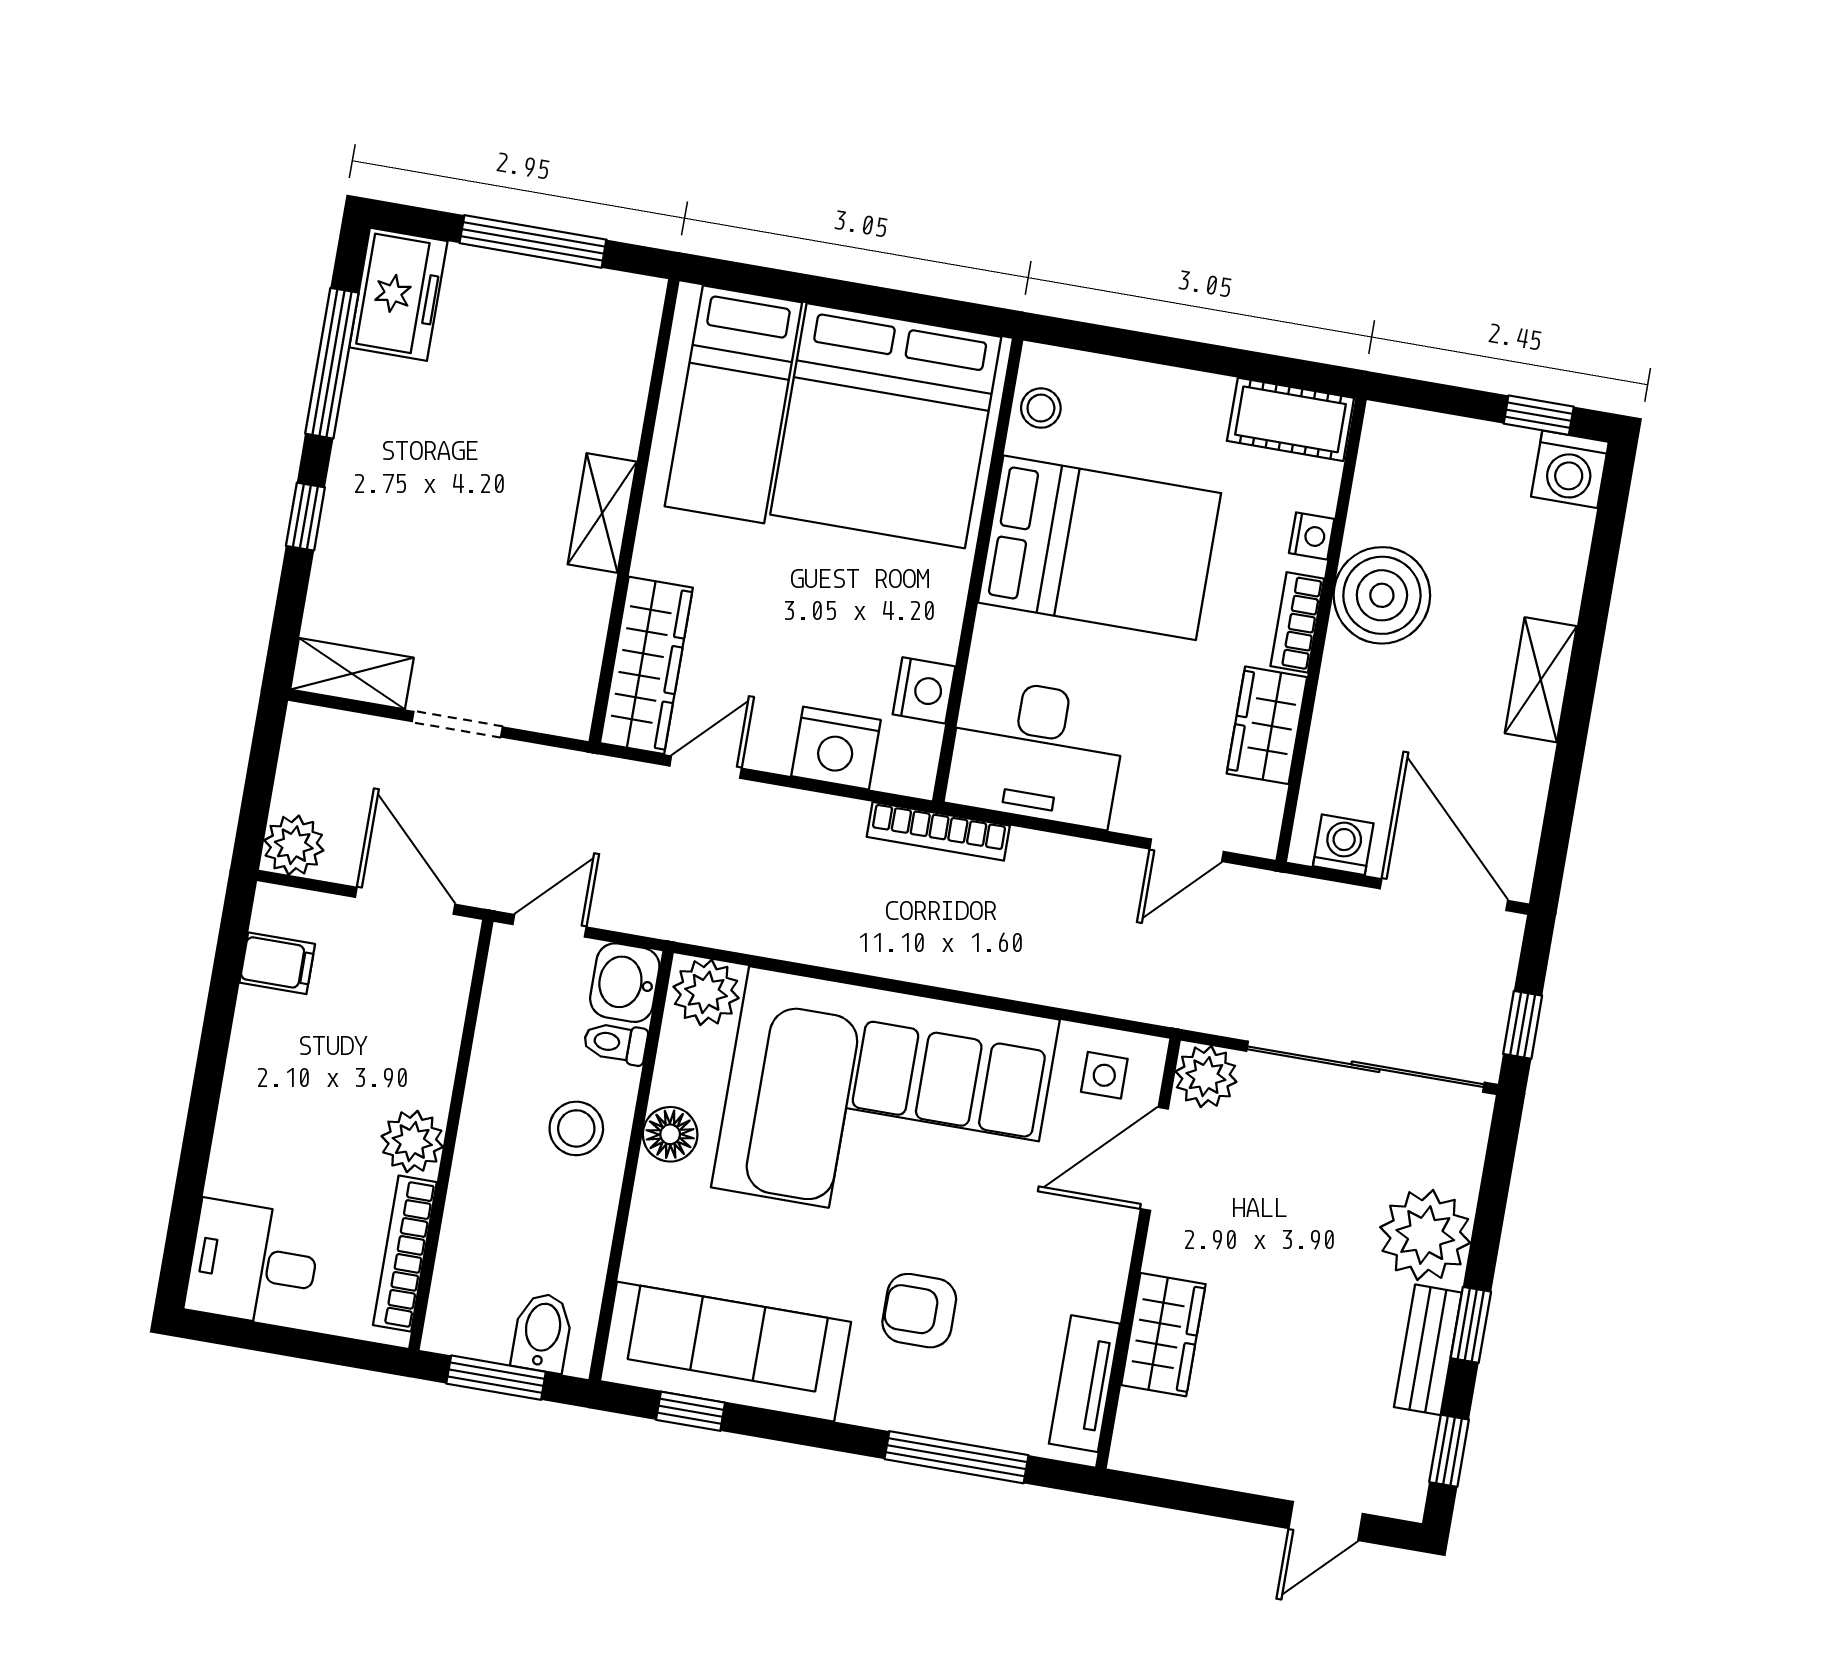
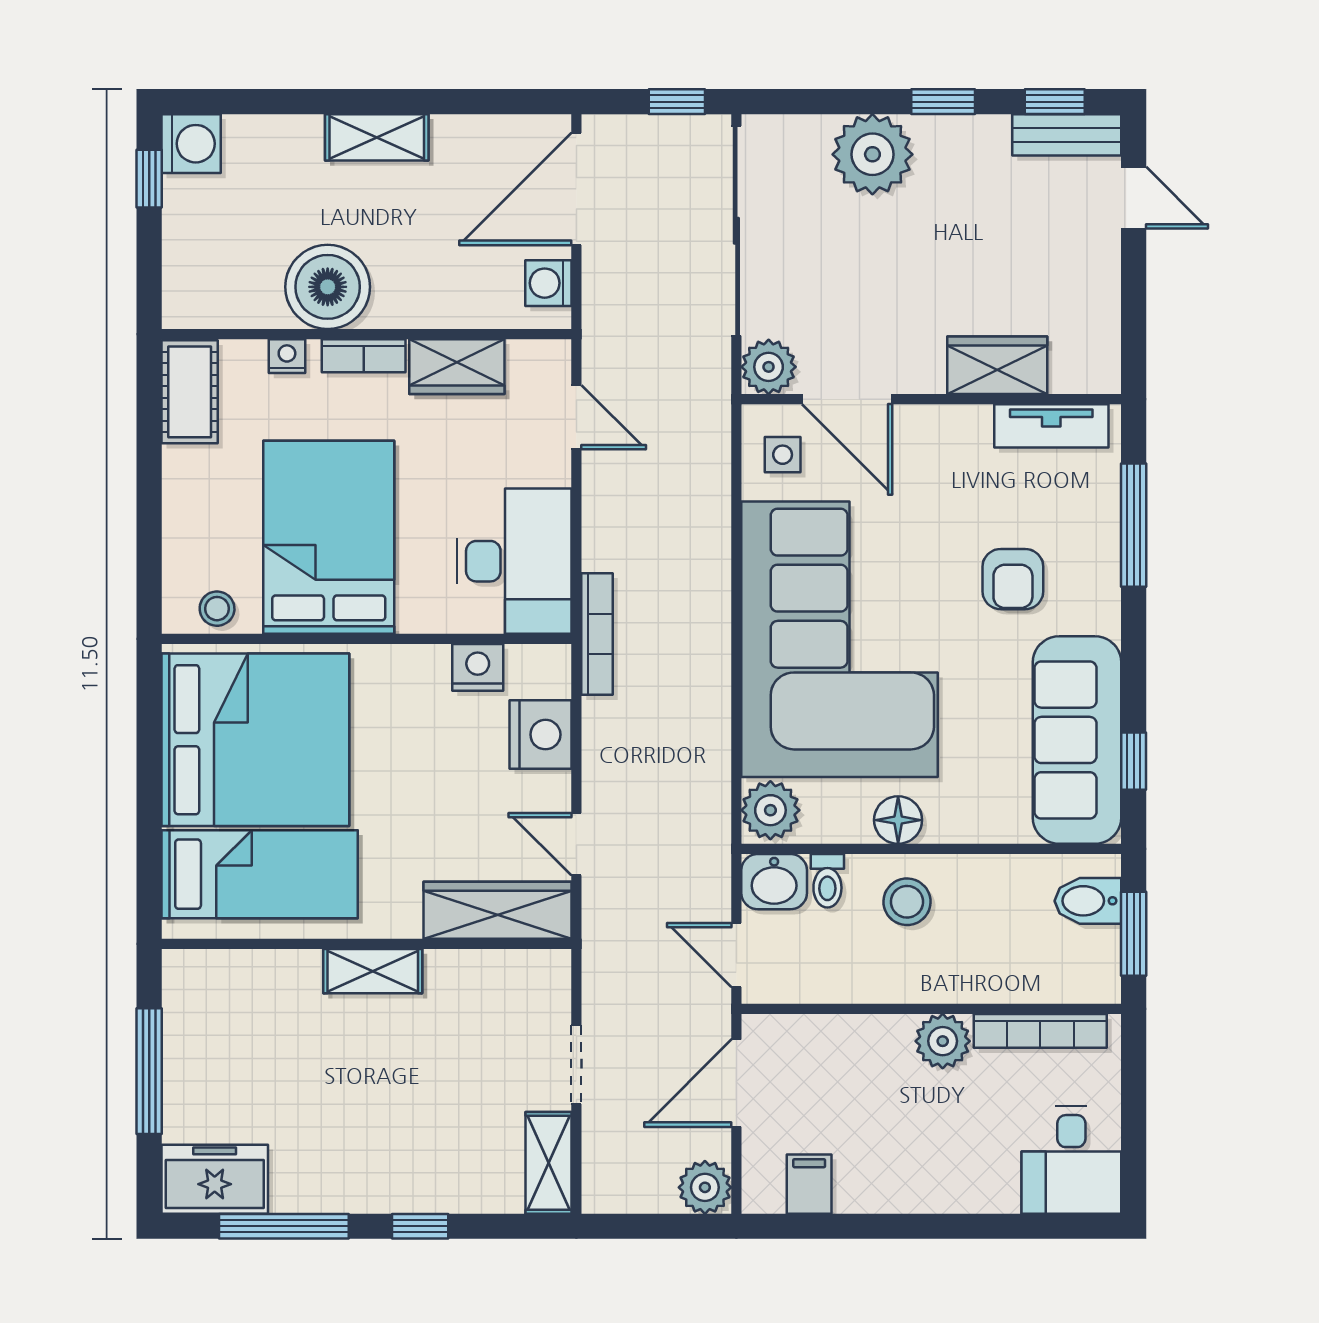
bench: (1428, 1350) -> (1067, 135), moved

